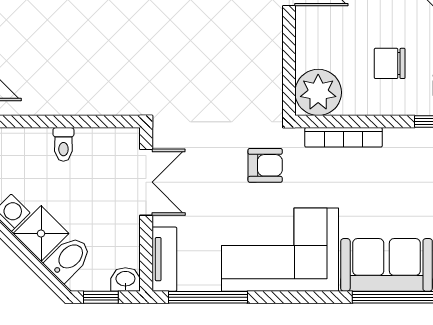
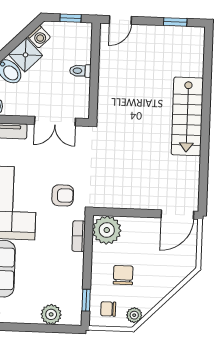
bookcase: (343, 137) -> (79, 236), width x0.64
armchair: (265, 165) -> (63, 195), turned -90

